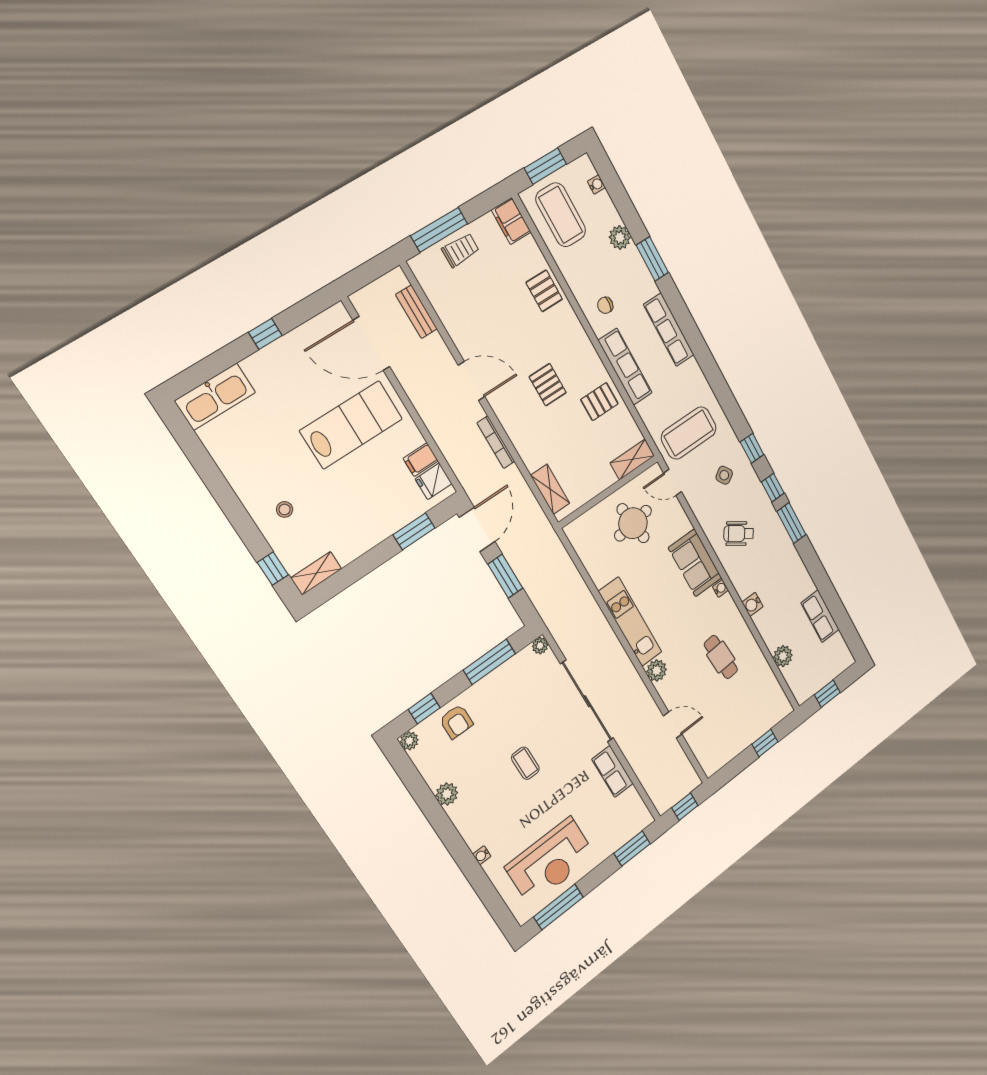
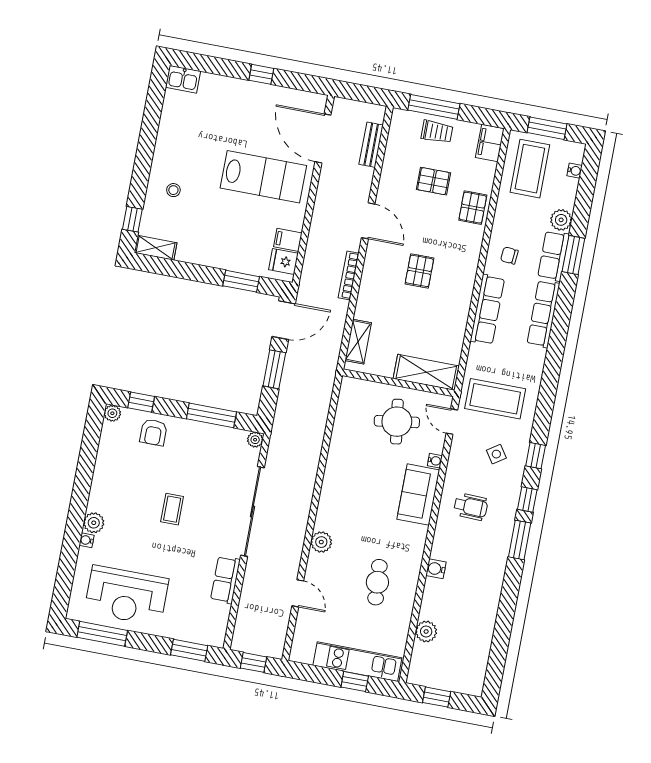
kitchen sink: (215, 397) -> (183, 79), width x0.53, depth x0.81
pallet: (599, 402) -> (433, 181), moved
shelving: (632, 459) -> (426, 372), width x1.50, depth x1.33
wheelchair: (739, 534) -> (471, 507), turned 149
water cooler: (720, 588) -> (435, 461), moved
row of seats: (820, 616) -> (553, 256), moved
kitchen unit: (630, 622) -> (357, 662), moved, turned -90
plant: (447, 794) -> (94, 523), moved

